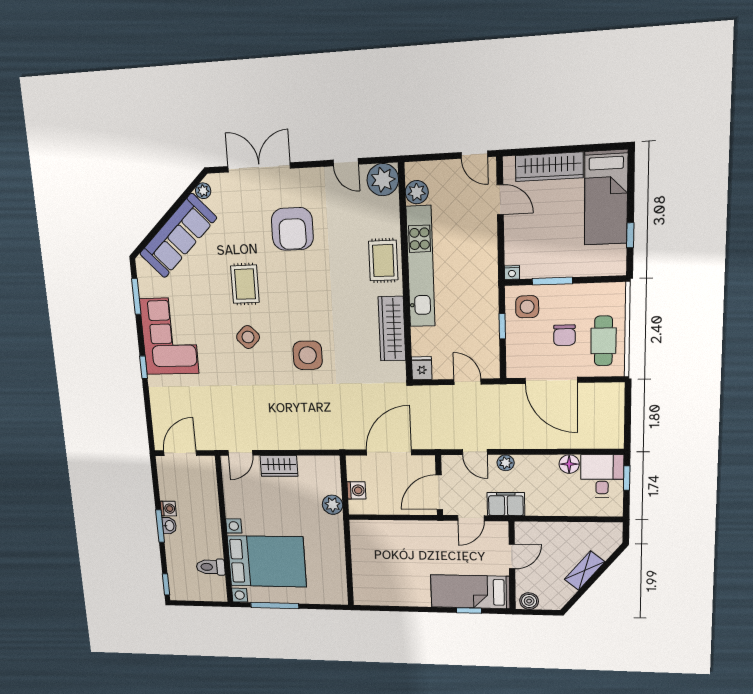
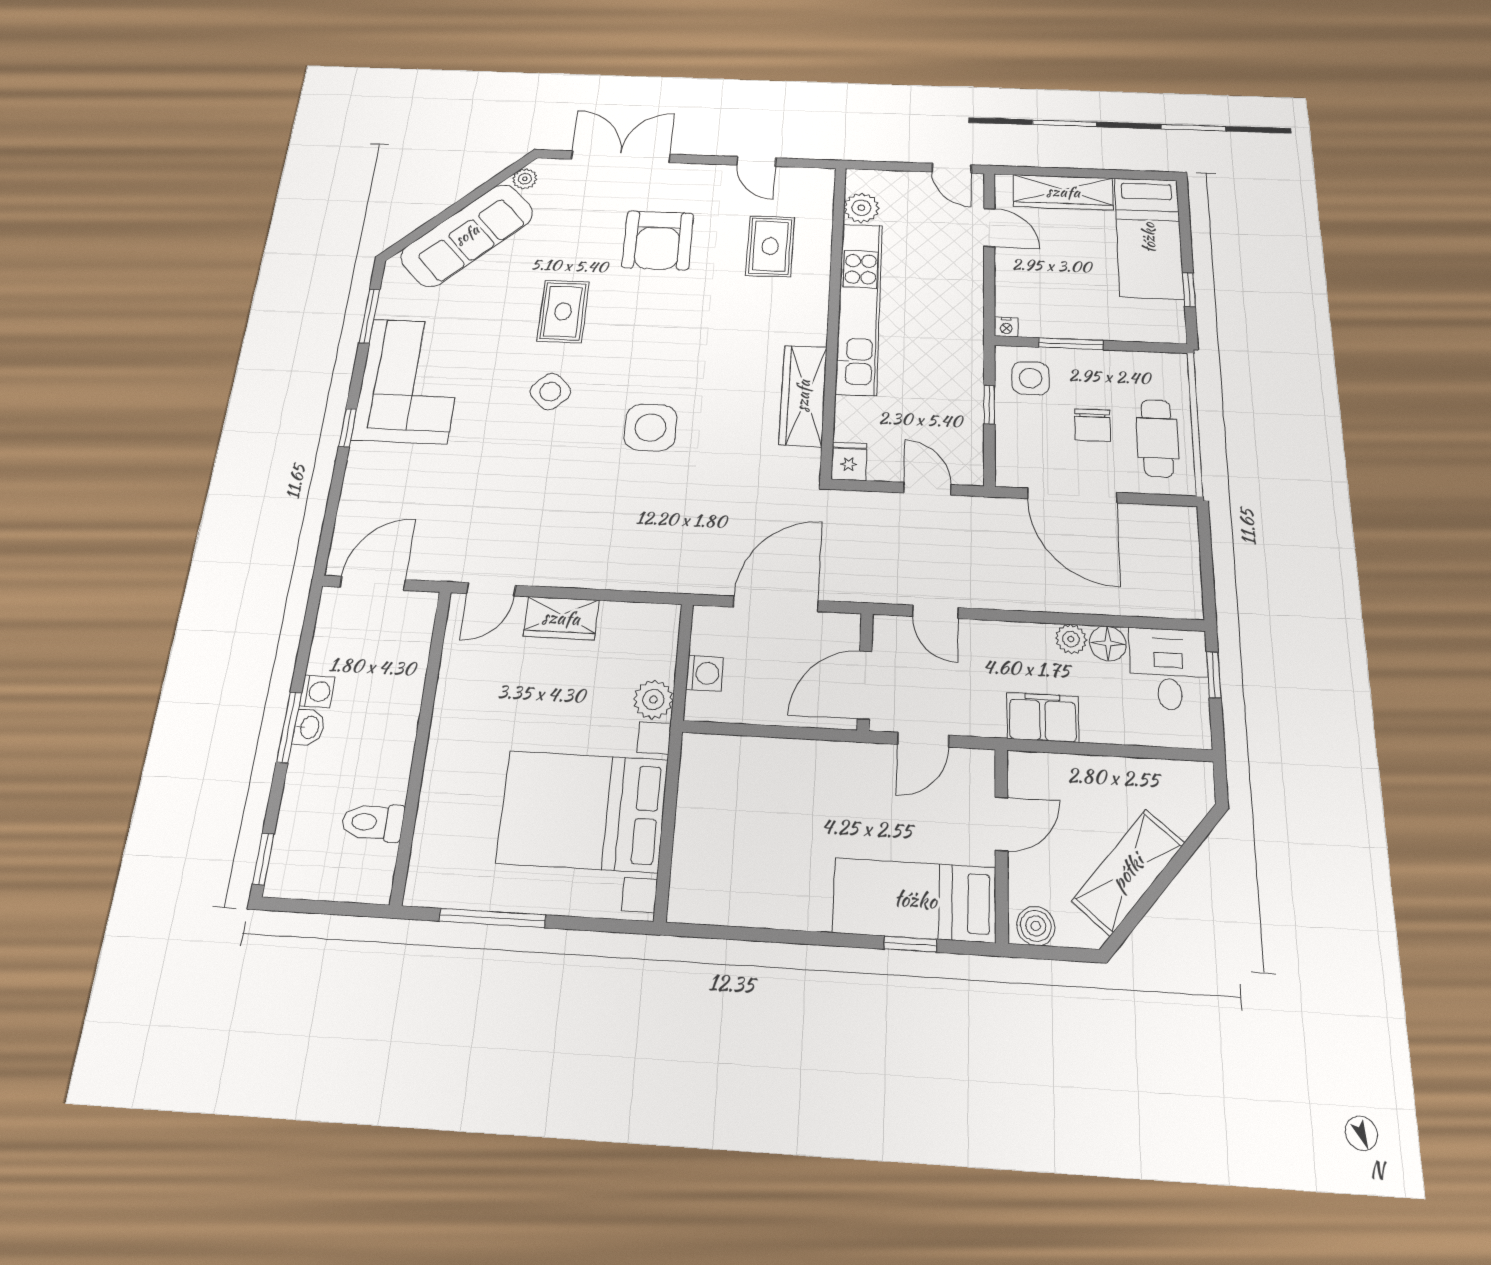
plant: (383, 180) -> (811, 188), removed
rug: (383, 261) -> (770, 246), moved
plant: (506, 463) -> (1071, 639), moved
filing cabinet: (506, 504) -> (1043, 717), moved
bed with nightstands: (267, 561) -> (583, 811), moved, turned 180
shelving: (585, 571) -> (1128, 872), width x1.50, depth x1.33

